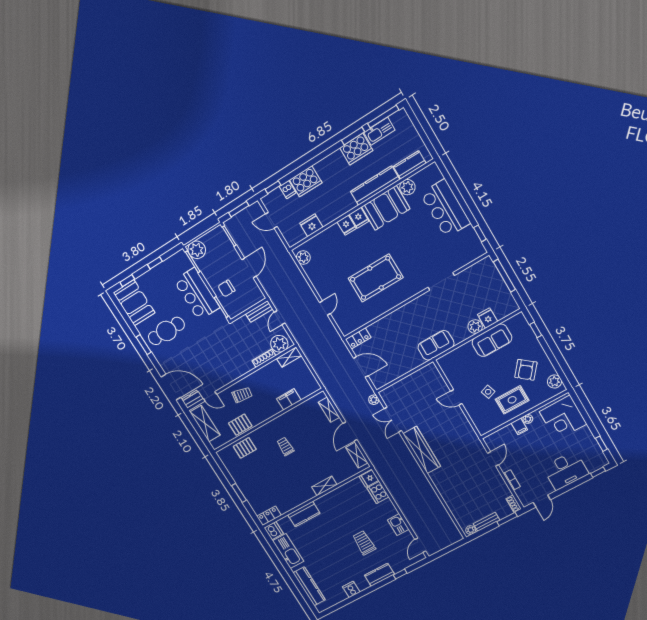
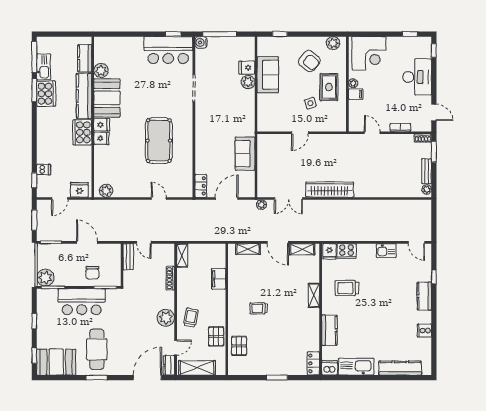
cooker: (306, 181) -> (82, 132), moved, turned 180
bar counter: (445, 208) -> (168, 50), moved
fridge: (311, 225) -> (79, 190), moved, turned 90
water cooler: (487, 263) -> (201, 42), added
plant: (279, 344) -> (166, 318), moved
sofa: (436, 345) -> (245, 154), moved
trolley: (364, 543) -> (347, 288), moved

